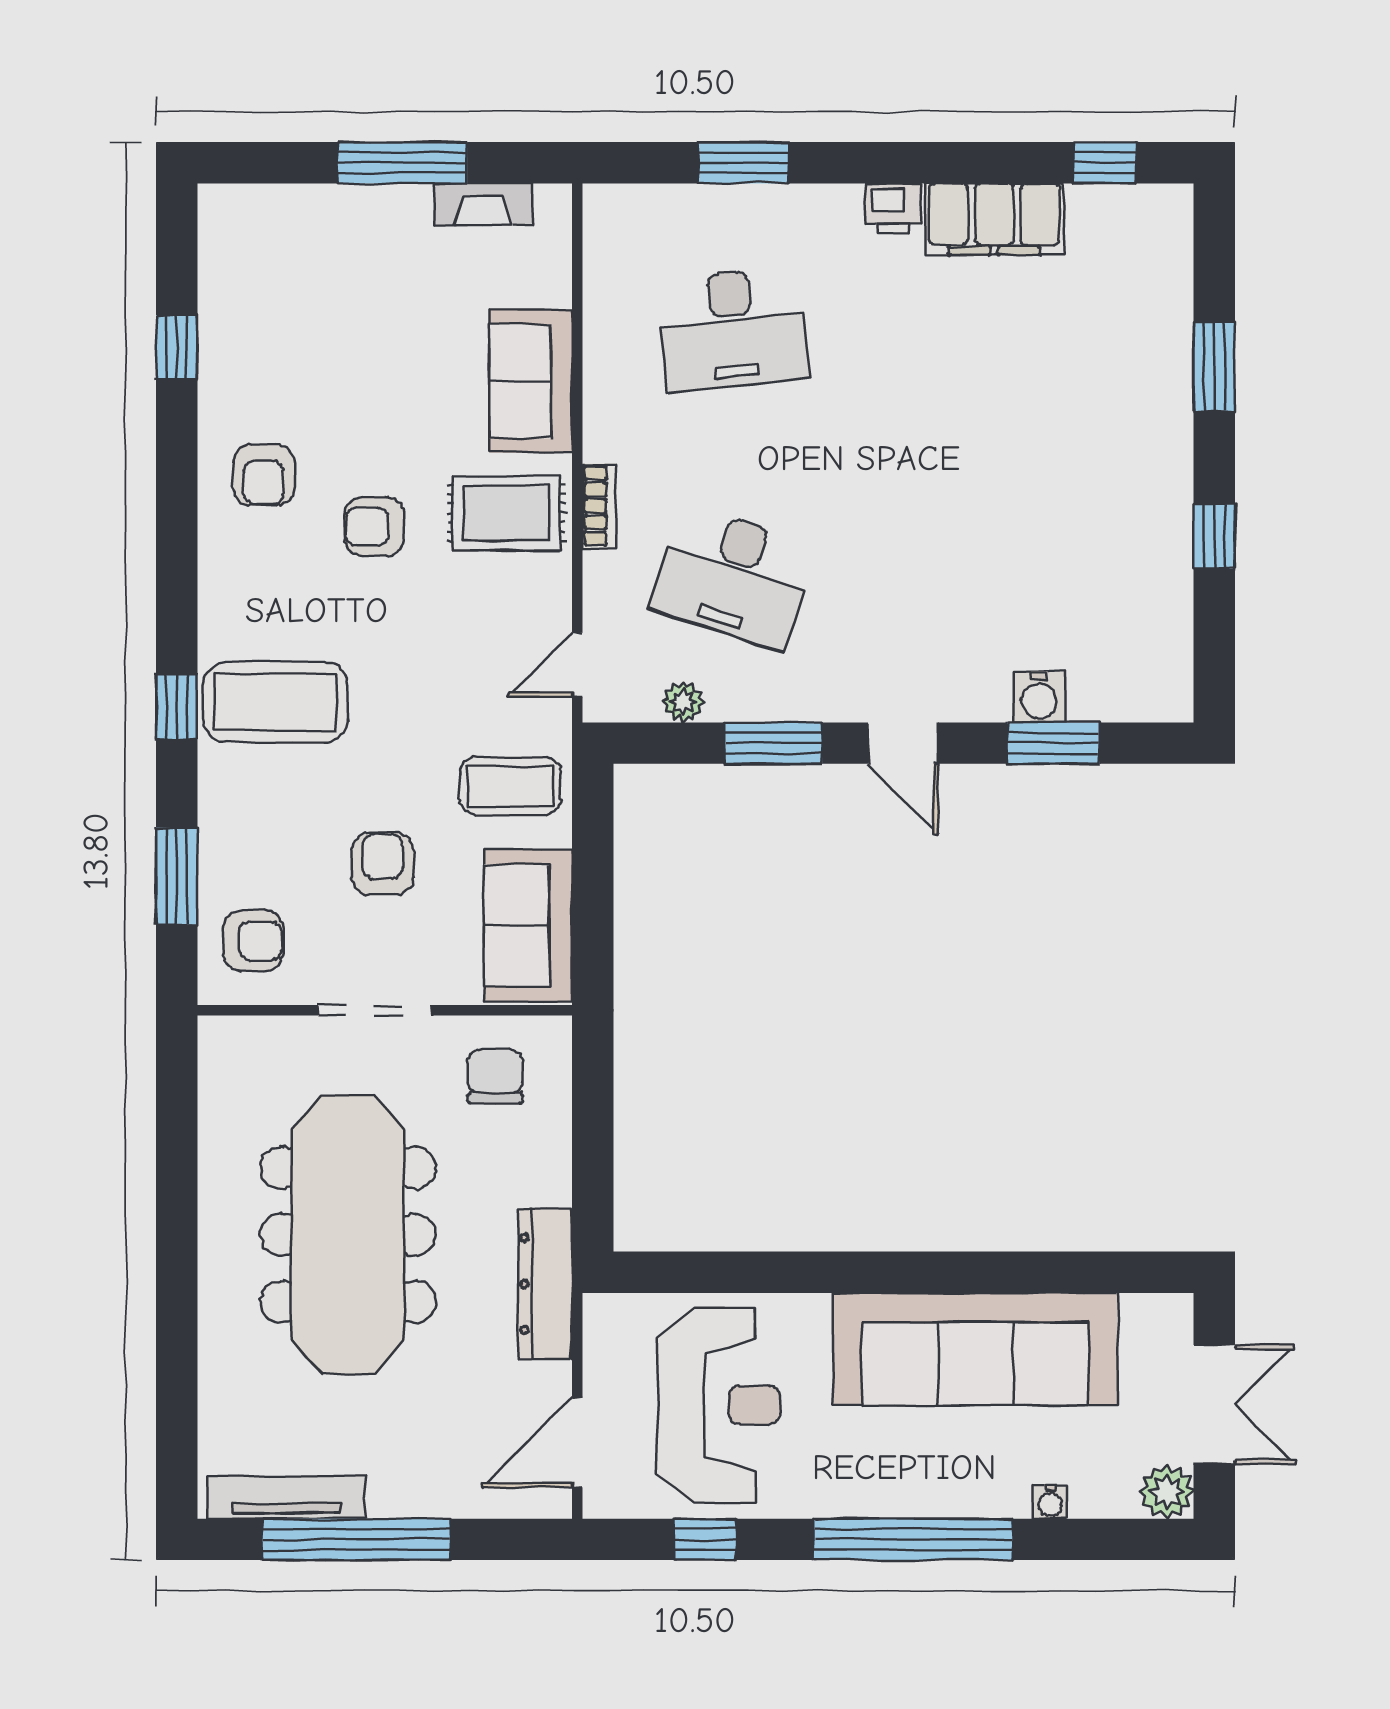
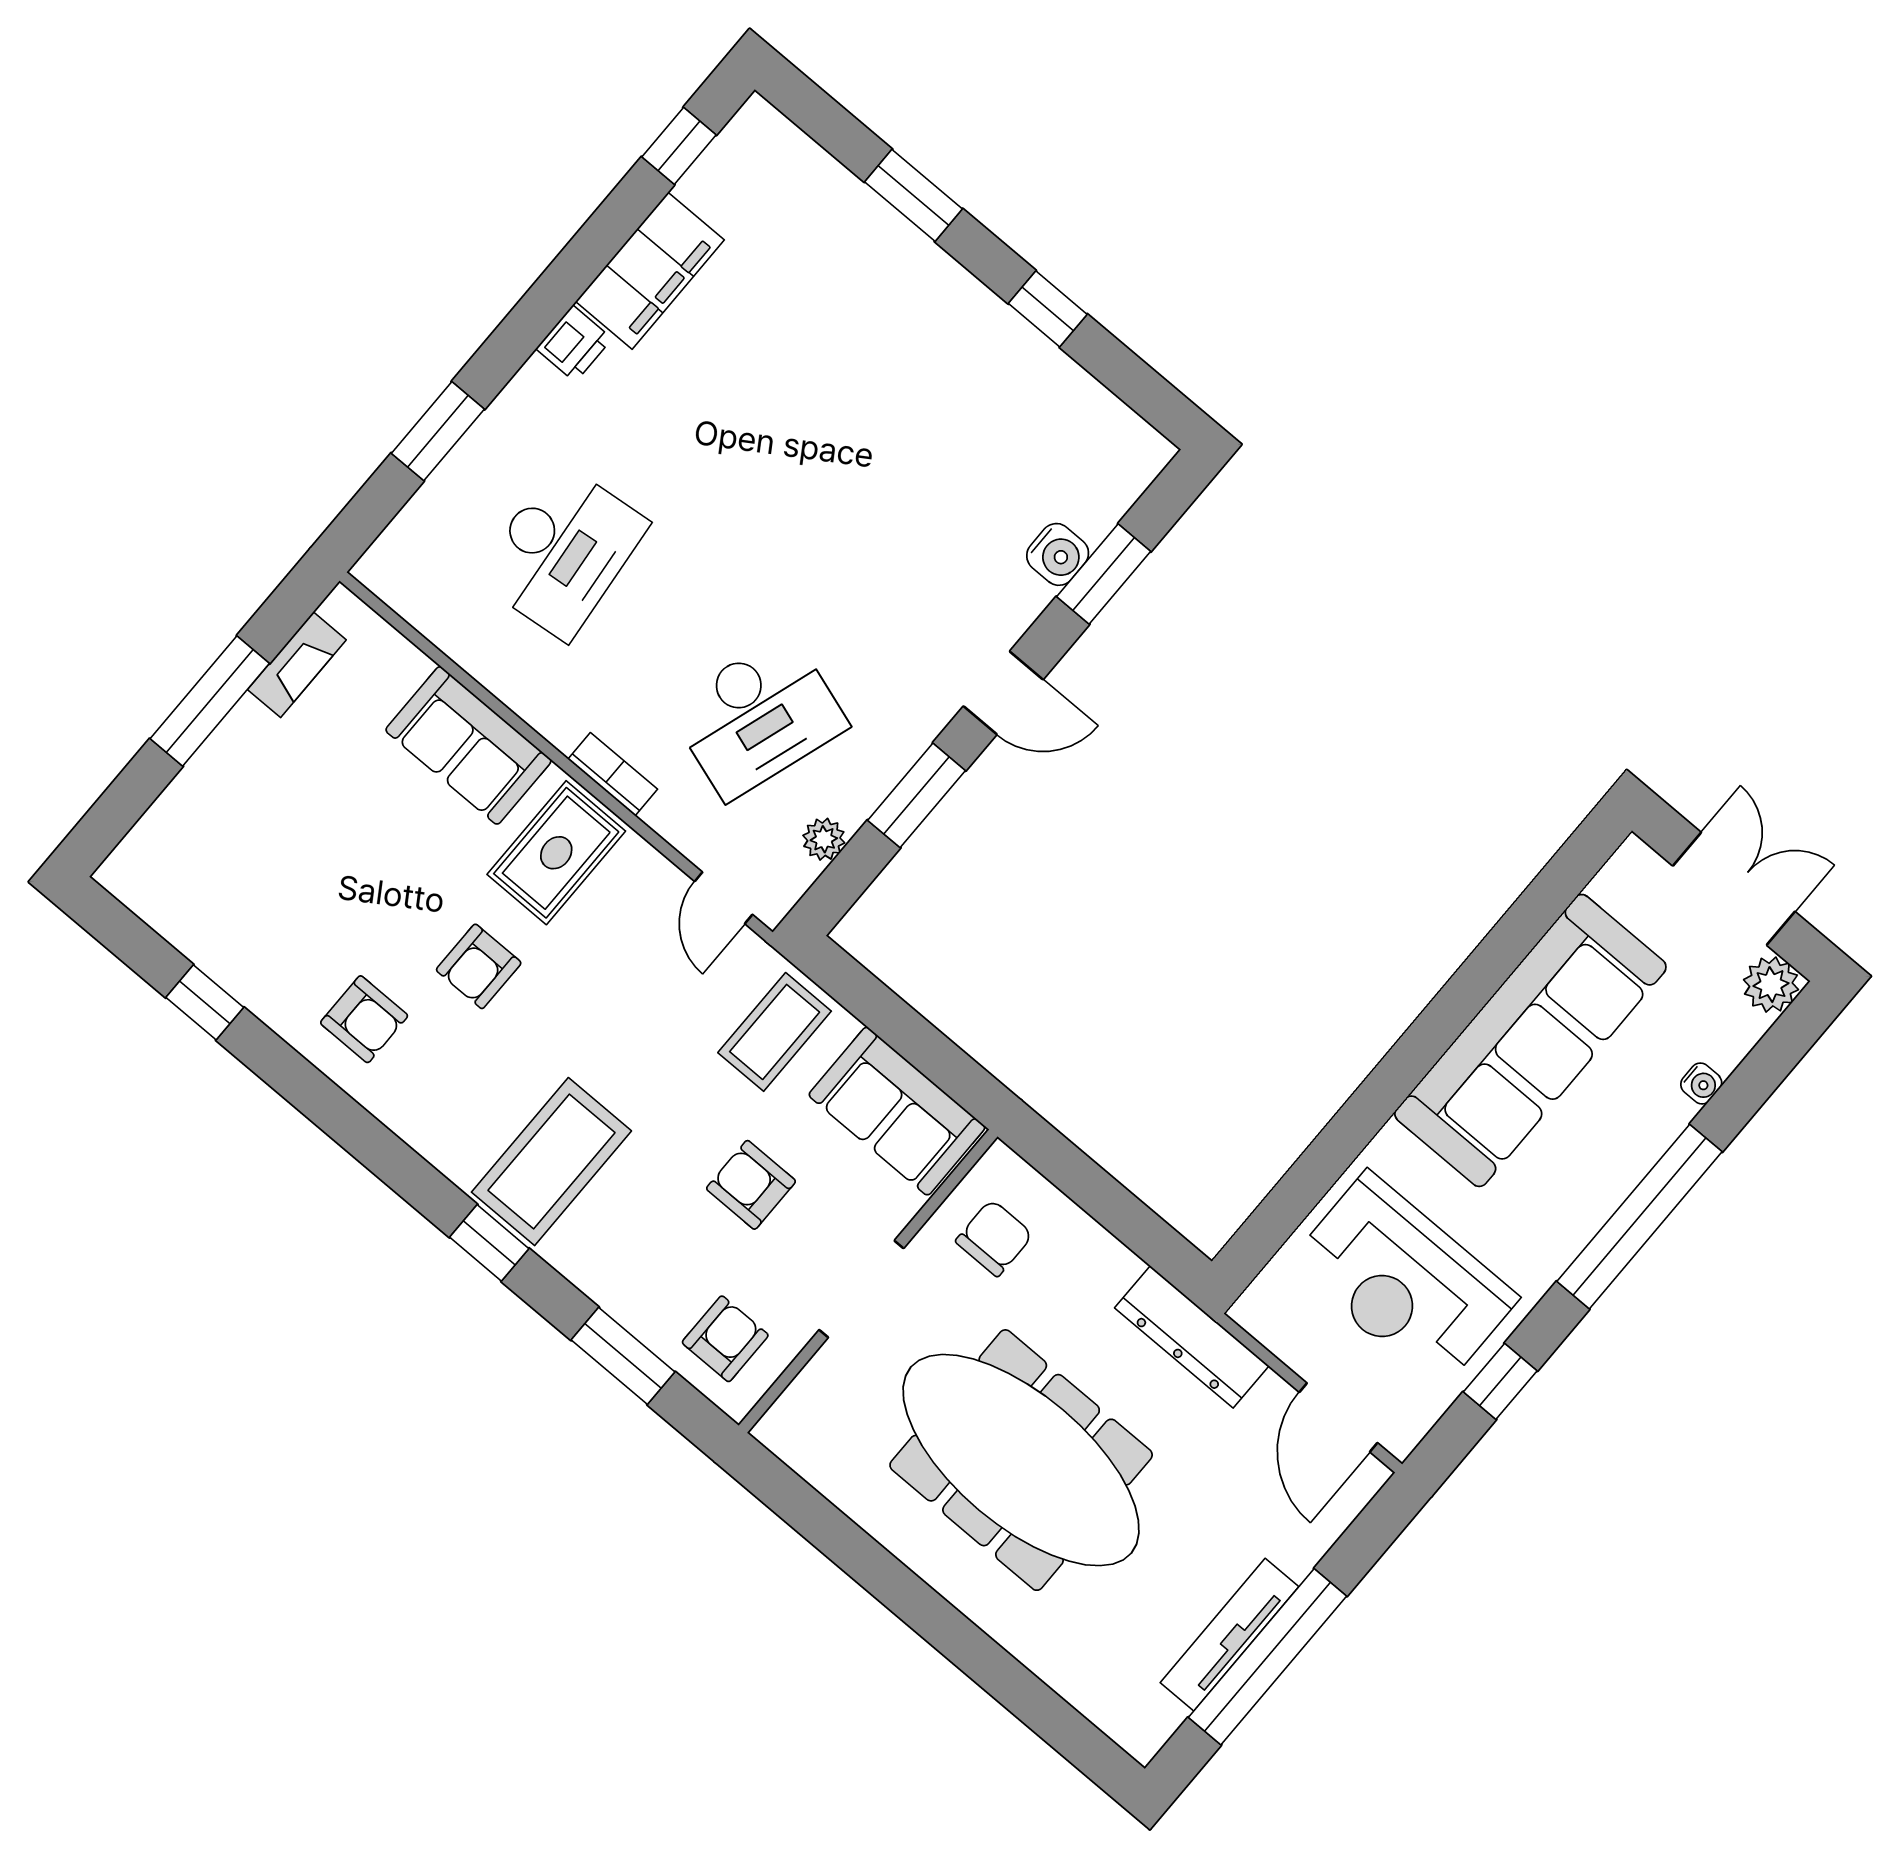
chair: (495, 1076) -> (994, 1238), turned 90
reception desk: (719, 1405) -> (1403, 1281), turned 180
tv unit: (286, 1497) -> (1230, 1635), moved

